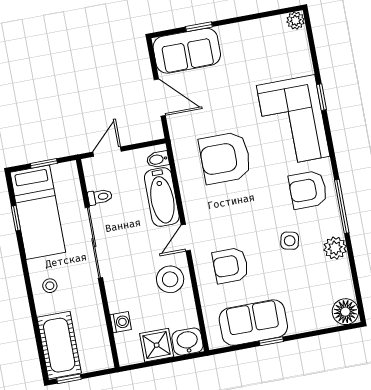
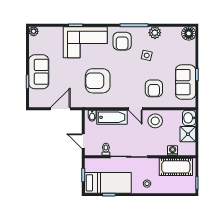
sofa: (187, 51) -> (39, 72), moved
armchair: (225, 158) -> (98, 81), turned 90
cot: (59, 345) -> (176, 167), moved

